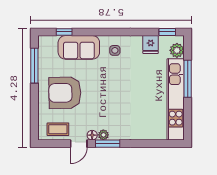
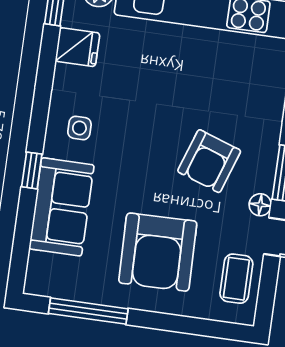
window: (64, 32) -> (32, 170), moved
armchair: (108, 110) -> (209, 161), added
plant: (103, 135) -> (263, 180), removed

